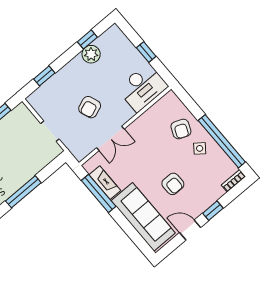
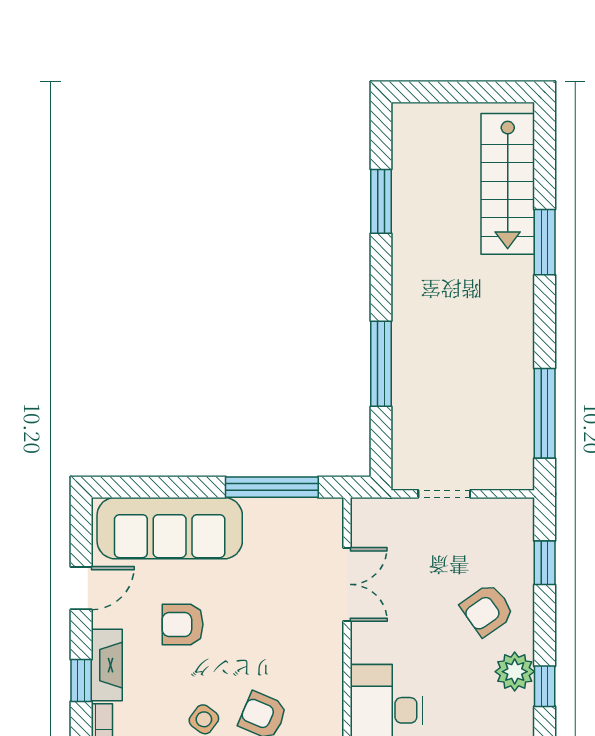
armchair: (90, 107) -> (487, 610), moved, turned -104
double door: (110, 138) -> (347, 584), swing flipped
fireplace: (105, 183) -> (107, 665), moved, turned -90
window: (213, 211) -> (81, 680), moved

